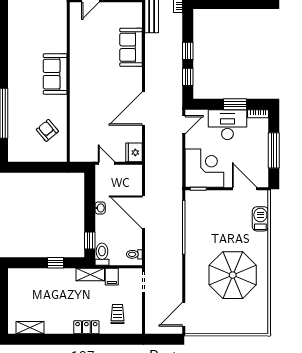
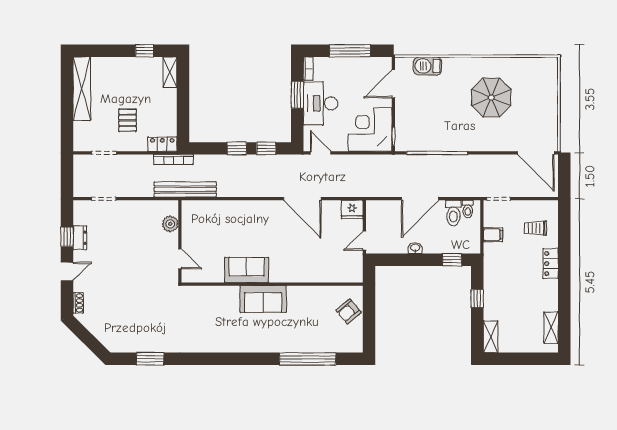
sofa: (131, 47) -> (247, 270), moved, turned 180
armchair: (47, 130) -> (348, 311), moved
toilet: (102, 254) -> (453, 213), moved, turned -90
shelving: (90, 274) -> (491, 337), moved
parasol: (233, 275) -> (491, 97), width x0.73, depth x0.73
door: (184, 314) -> (536, 153), width x1.36

